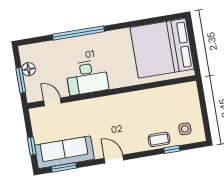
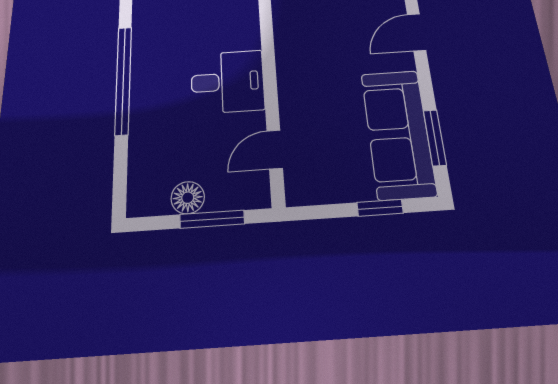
desk: (87, 77) -> (228, 82), width x0.73

